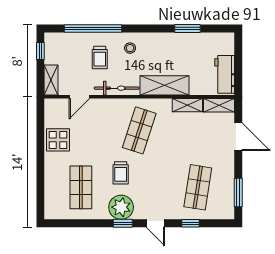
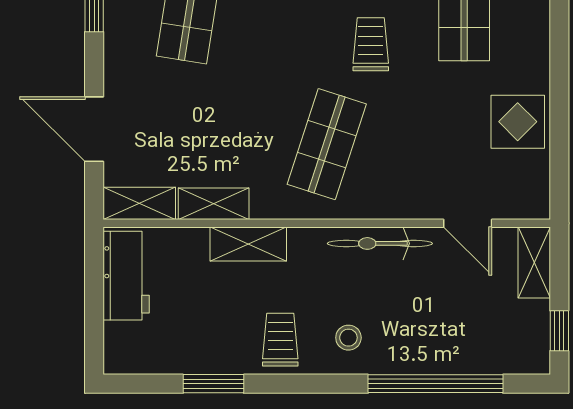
trolley: (100, 58) -> (280, 340), moved
shelving: (165, 85) -> (248, 244), width x0.67, depth x0.75
door: (79, 97) -> (468, 223), swing flipped

